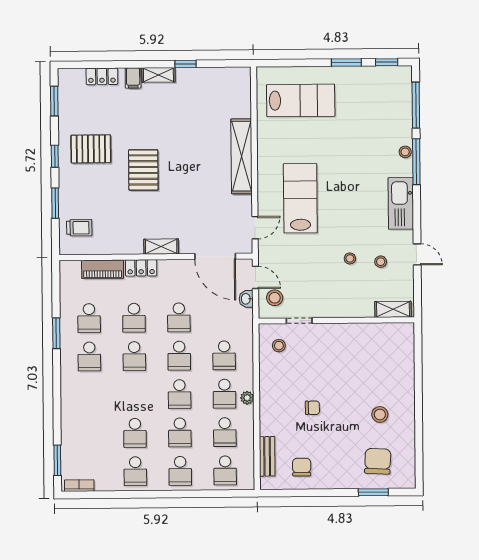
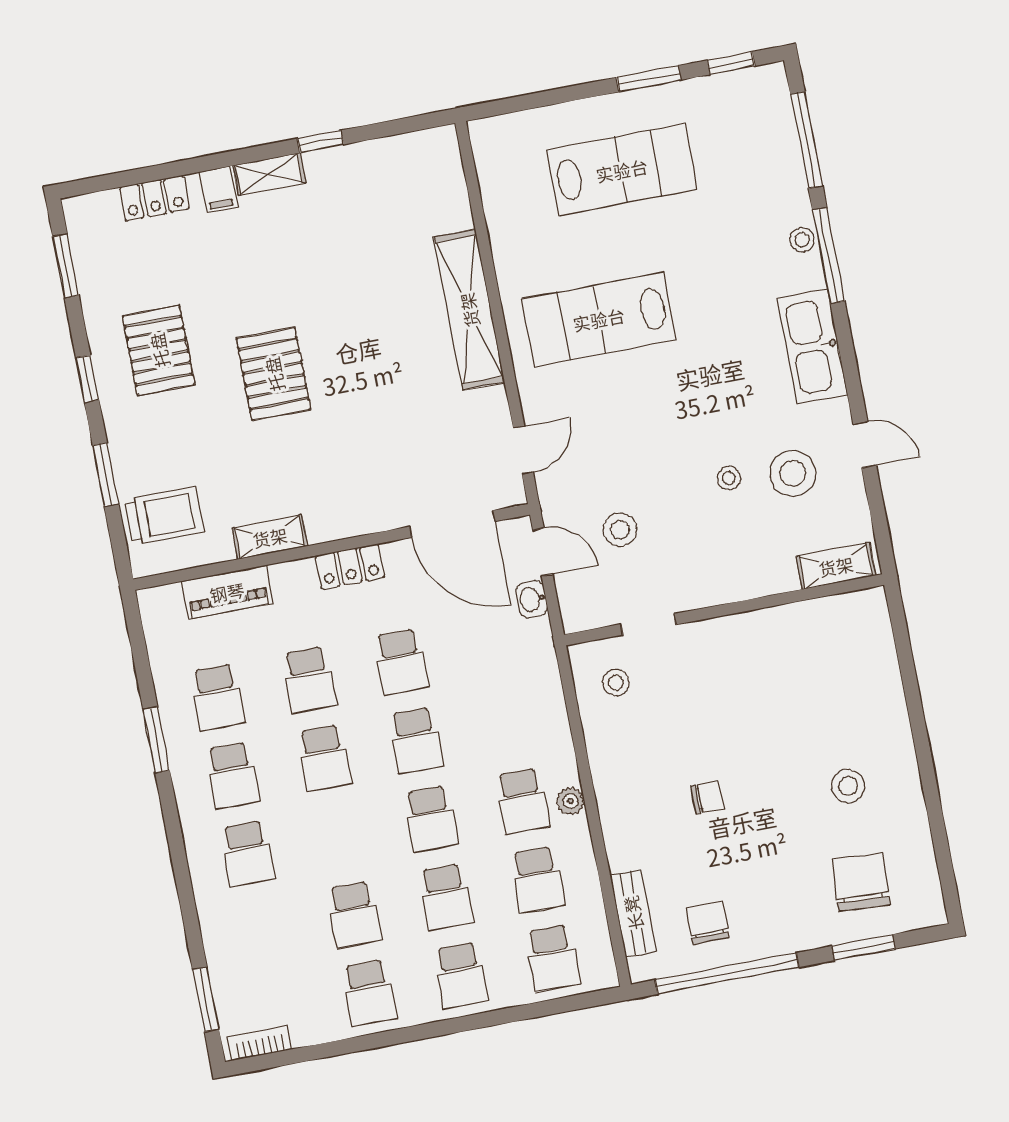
lab bench: (301, 100) -> (622, 170), moved
pallet: (91, 149) -> (159, 350), turned 90
lab bench: (300, 198) -> (599, 319), moved, turned -90
trolley: (79, 228) -> (164, 516), width x1.36, depth x1.39
shelving: (161, 247) -> (270, 537), moved
stool: (381, 262) -> (793, 473), width x1.89, depth x1.89
locker: (141, 268) -> (350, 566), moved
stool: (275, 298) -> (620, 530), moved
school desk: (224, 355) -> (247, 854), moved
window: (306, 493) -> (727, 974), added

